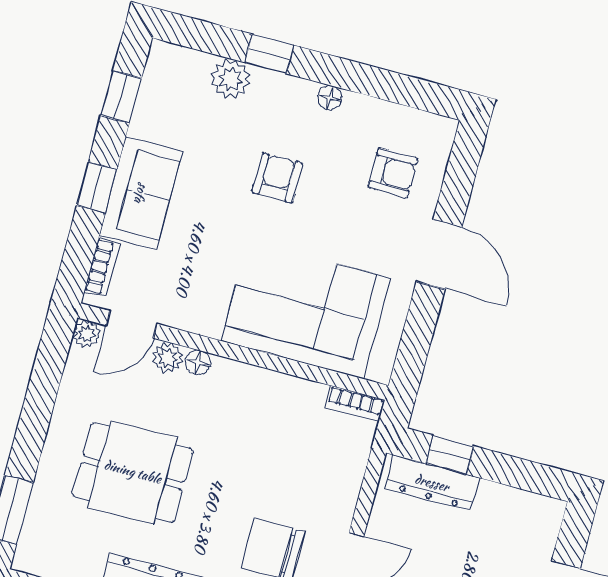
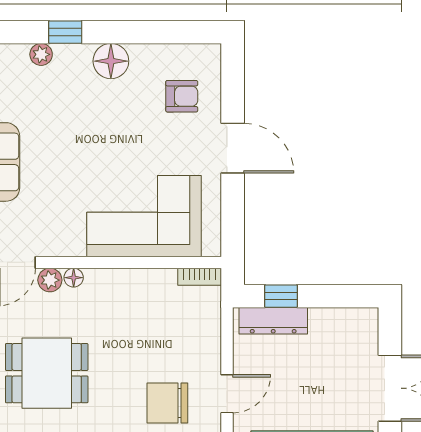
plant: (230, 79) -> (41, 54), width x0.73, depth x0.73
floor lamp: (330, 98) -> (111, 61), width x1.89, depth x1.89
armchair: (277, 178) -> (96, 123), removed

